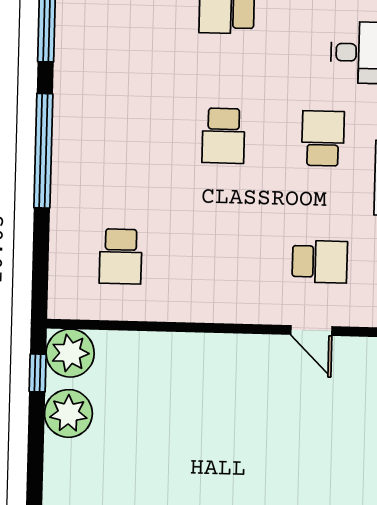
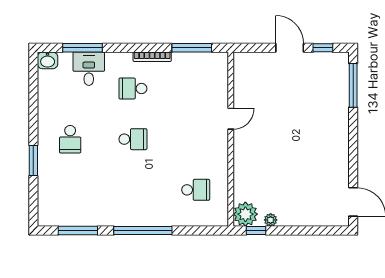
school desk: (320, 262) -> (196, 88), removed
door: (311, 331) -> (231, 119), moved
plant: (68, 413) -> (271, 220), width x0.53, depth x0.53

